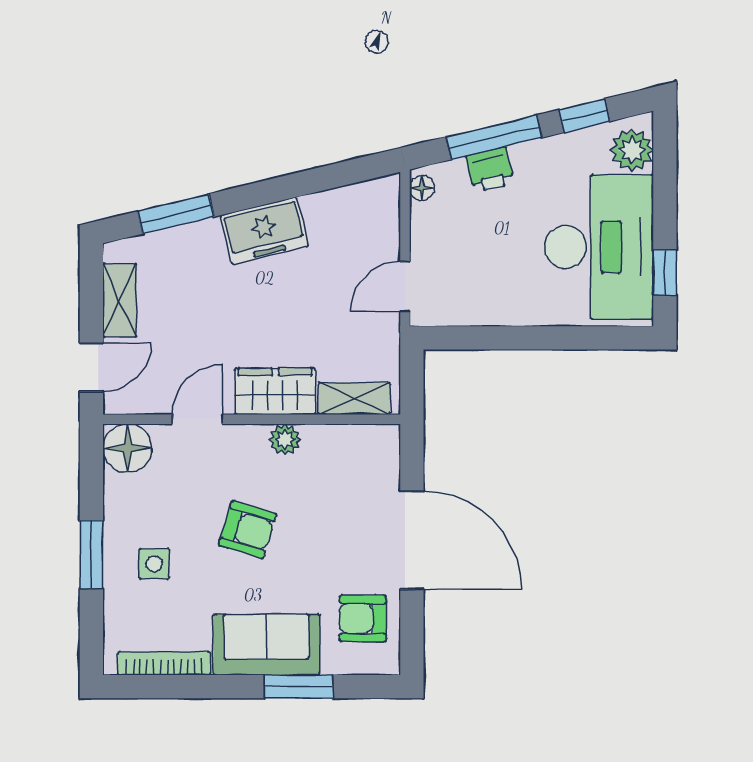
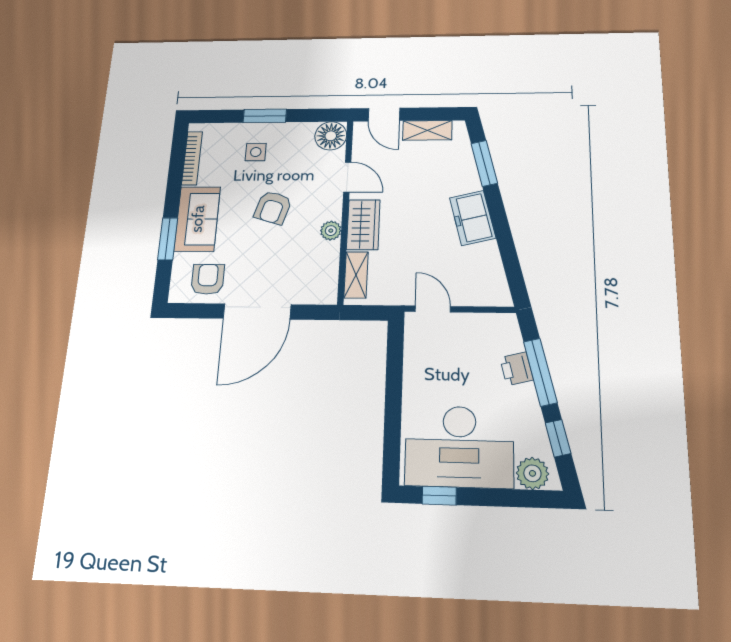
floor lamp: (422, 188) -> (502, 321), removed

